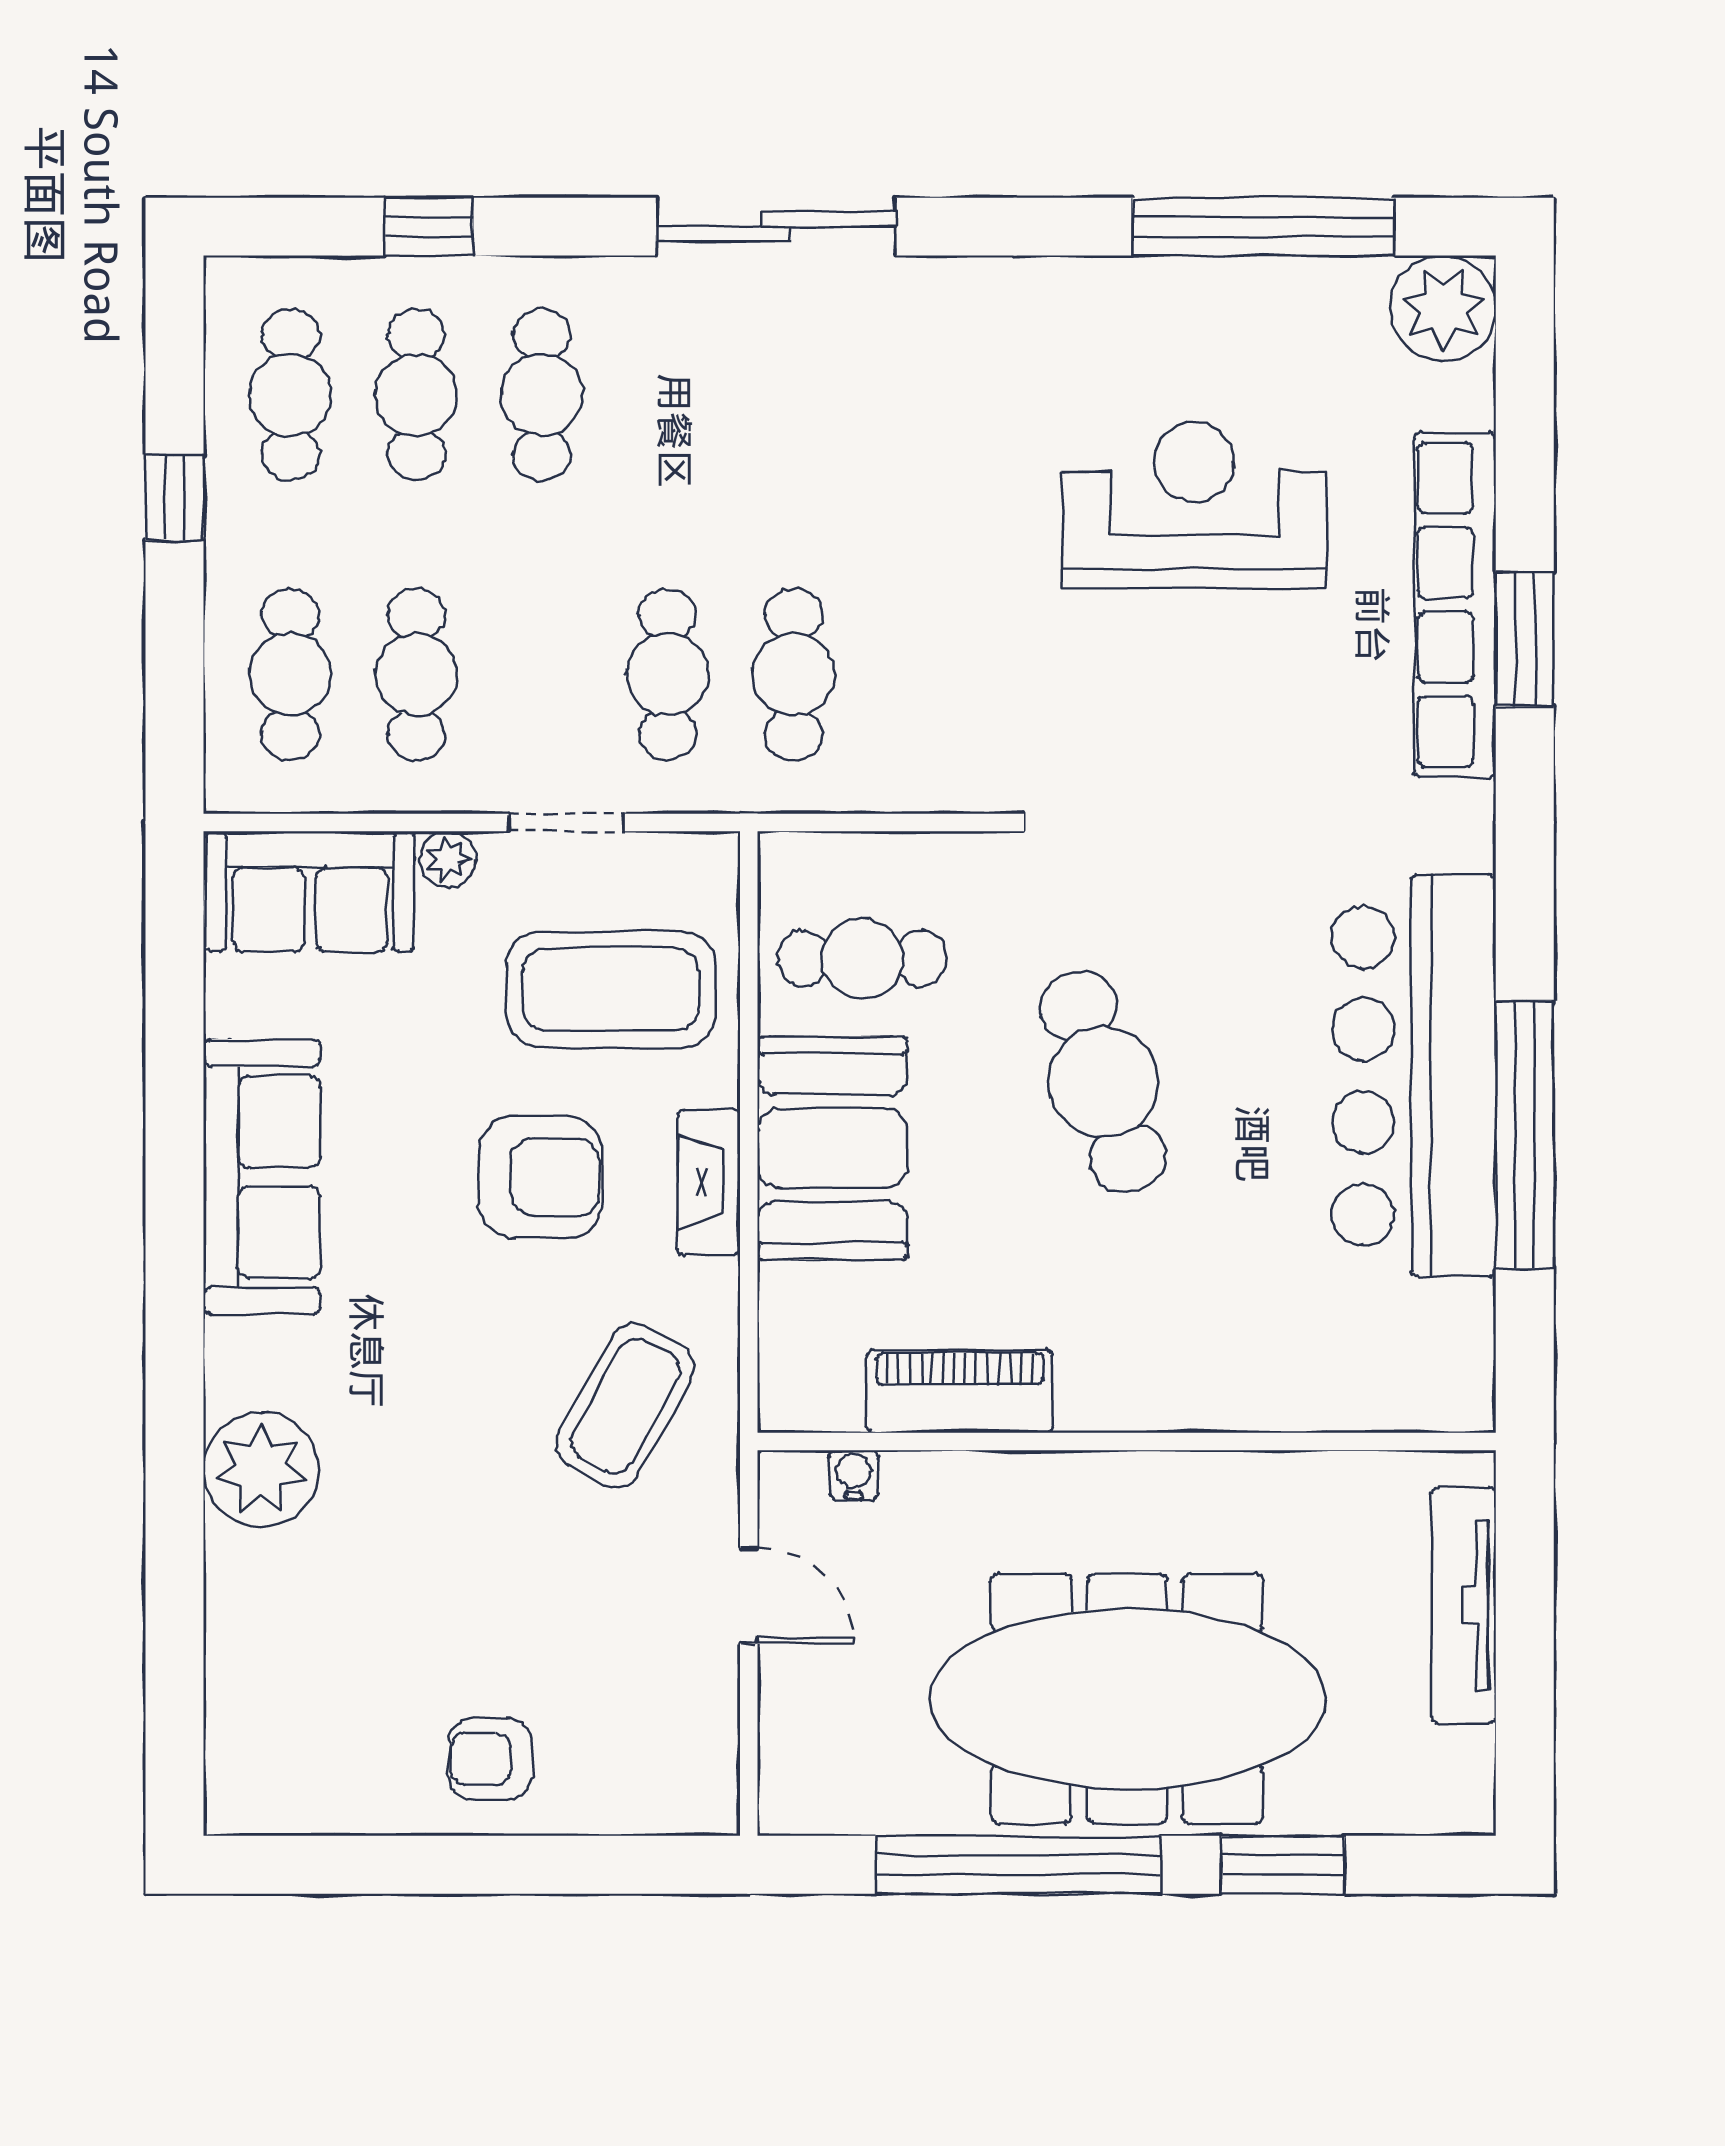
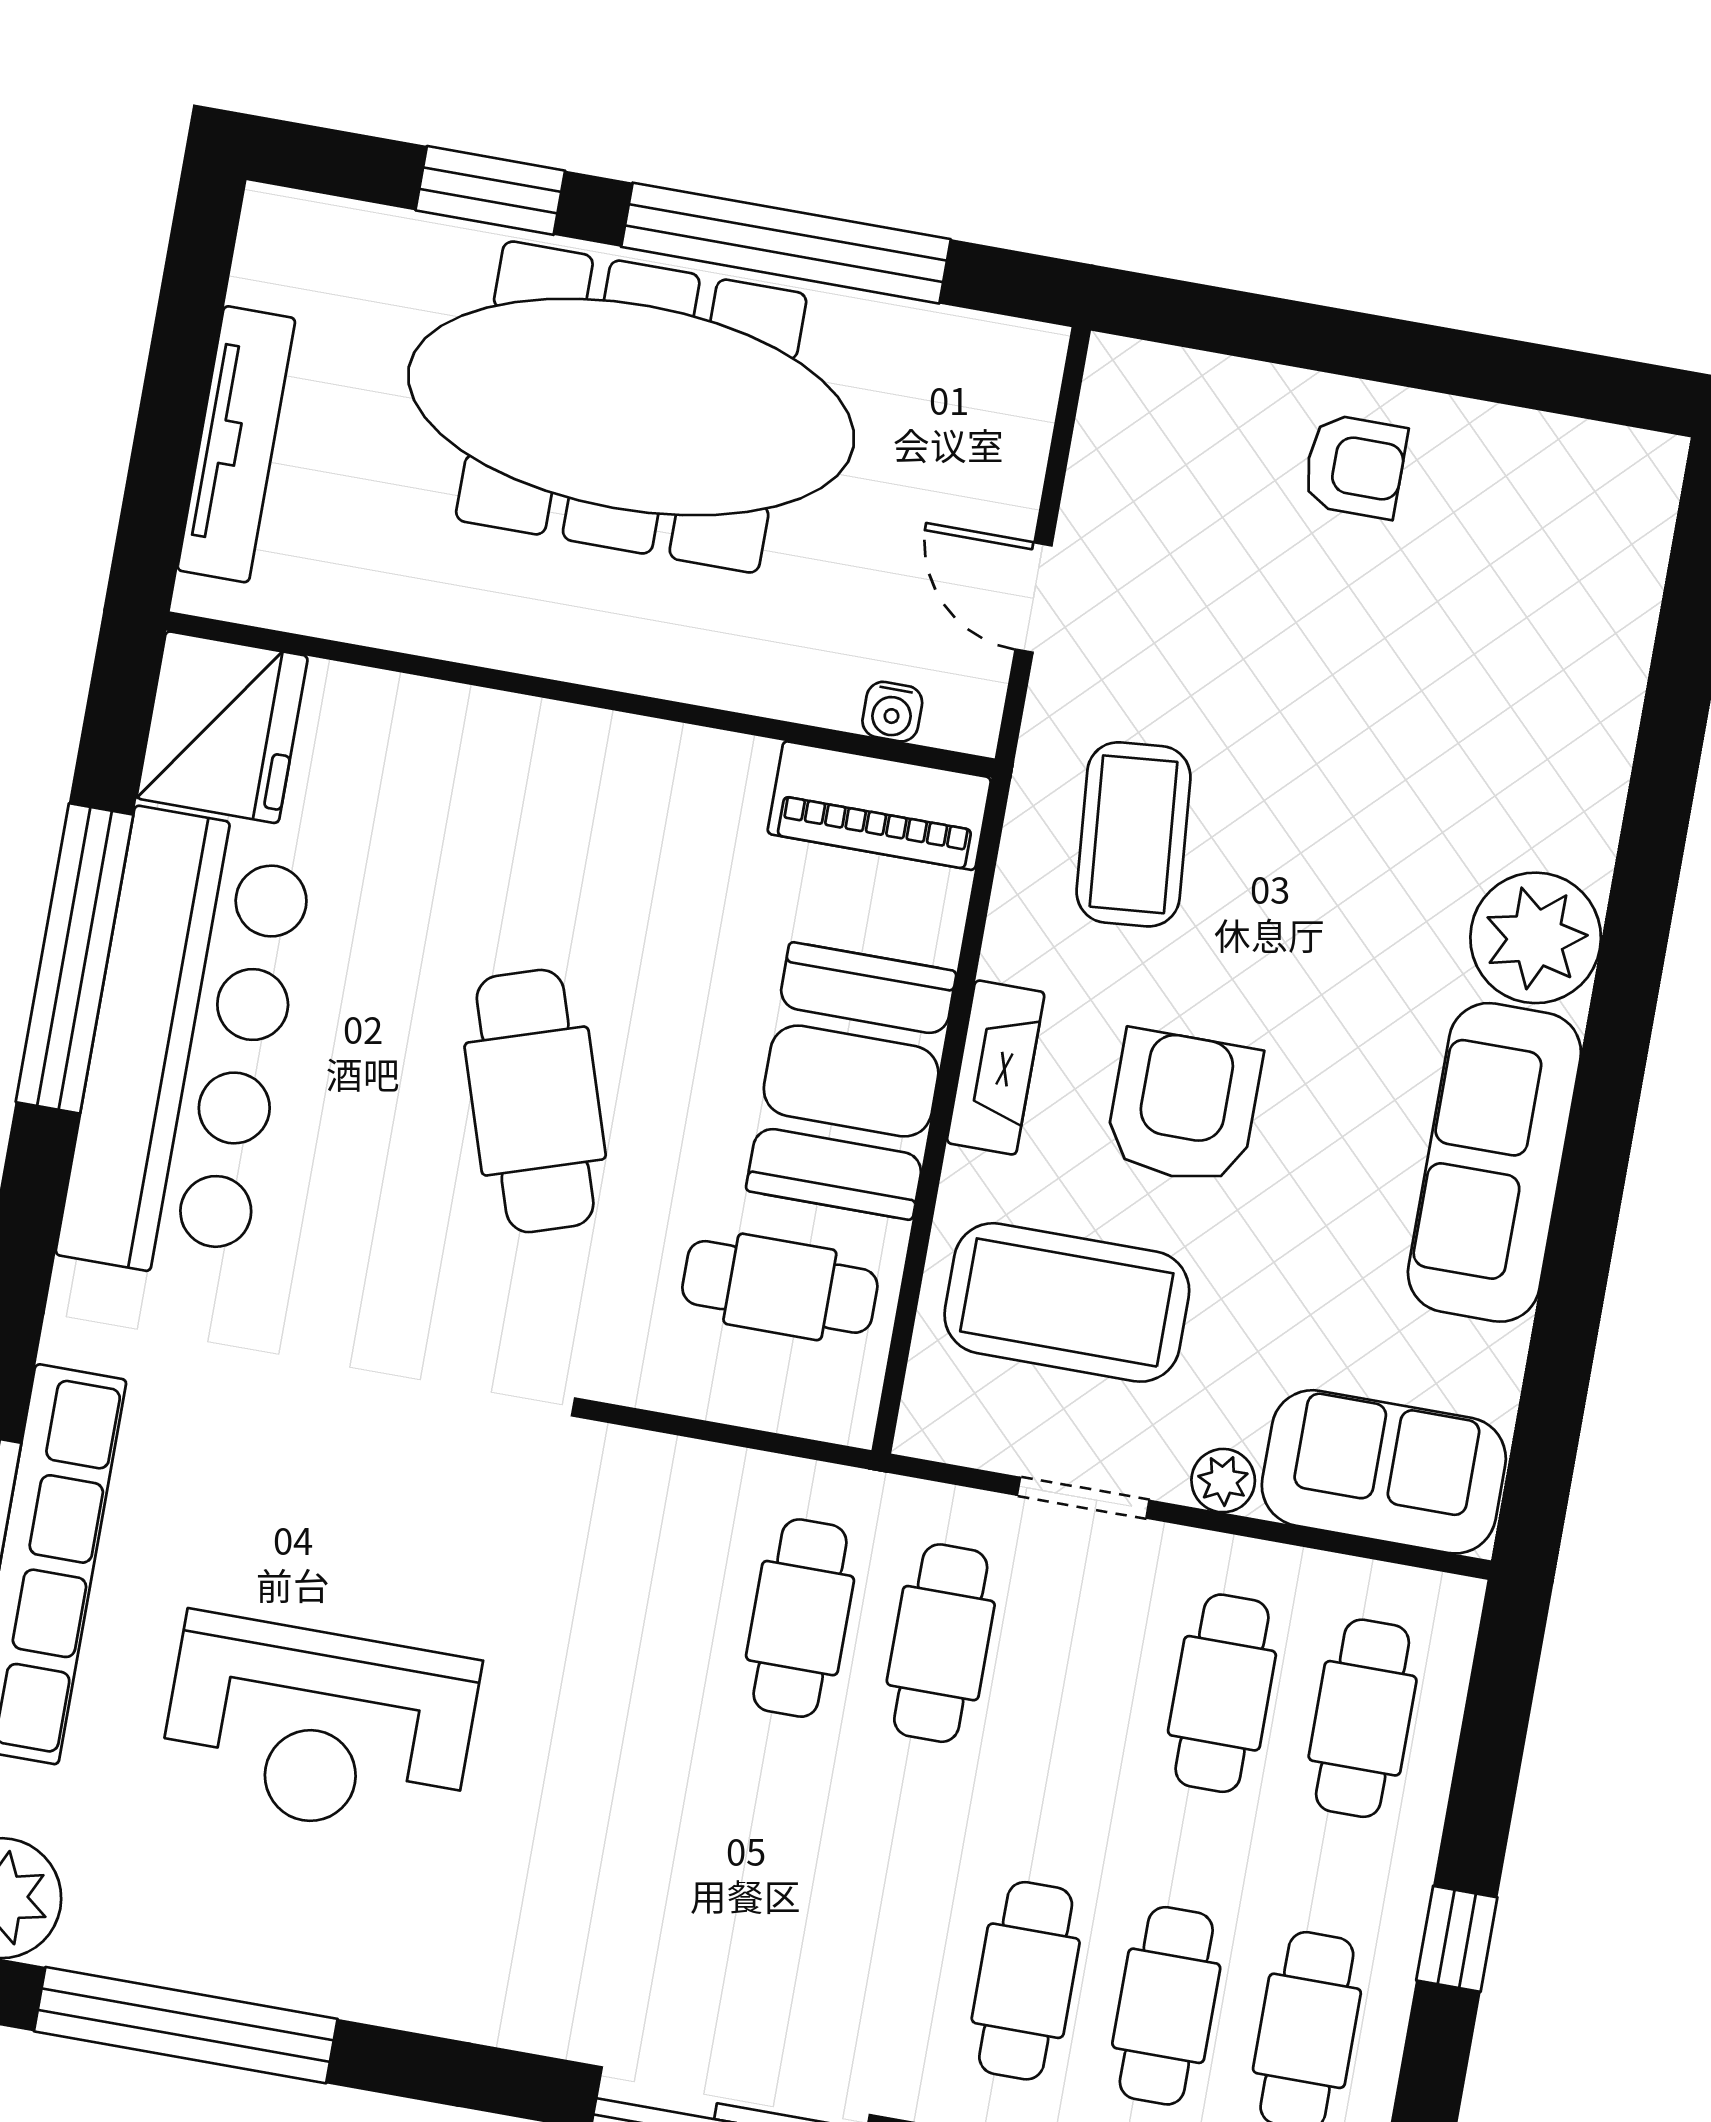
armchair: (540, 1177) -> (1183, 1107), turned 90
fridge: (1432, 1358) -> (222, 727), added
piano: (960, 1391) -> (879, 806), moved
coffee table: (626, 1406) -> (1134, 834), turned -34
plant: (261, 1470) -> (1536, 938), moved

